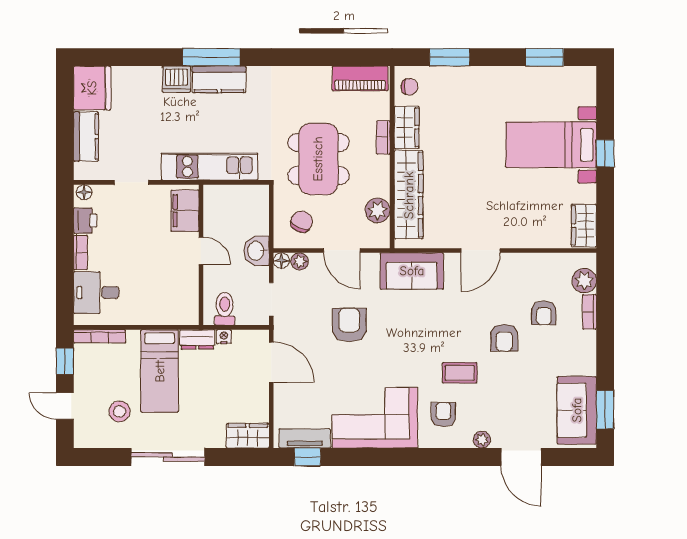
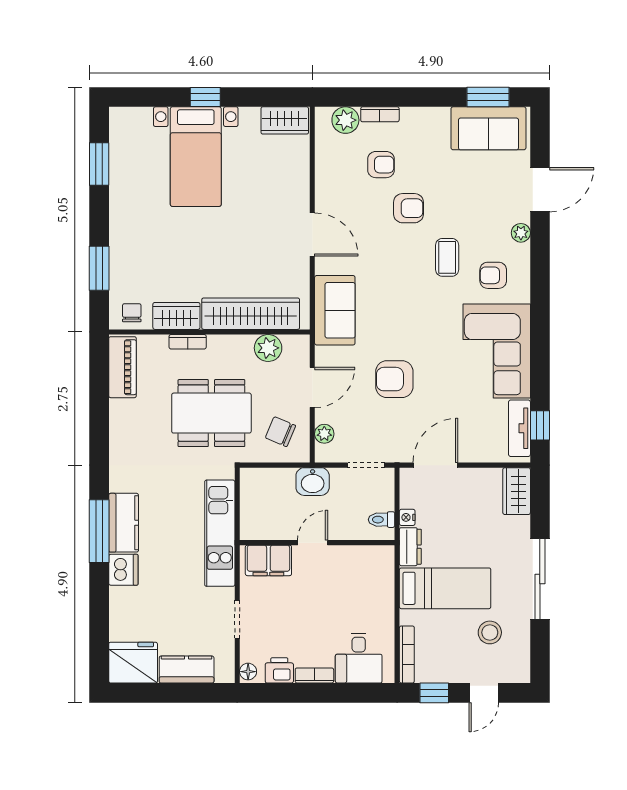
floor lamp: (281, 261) -> (323, 454), removed
toilet: (225, 309) -> (382, 520), width x0.73, depth x0.72

